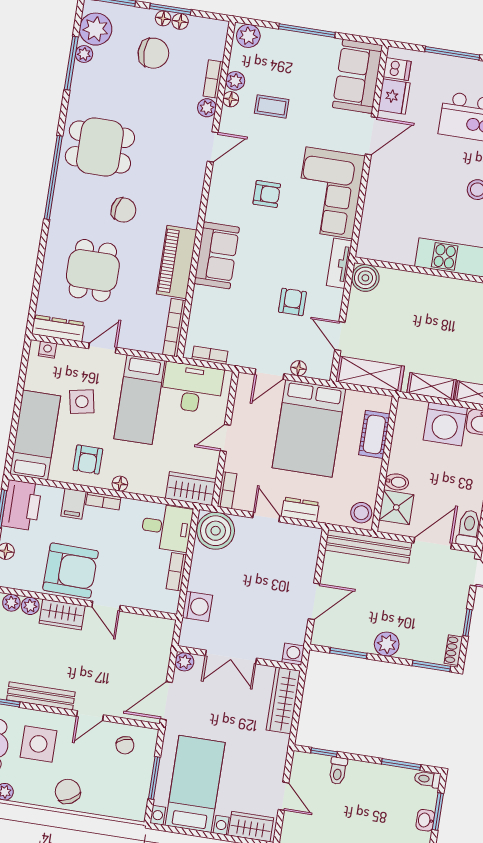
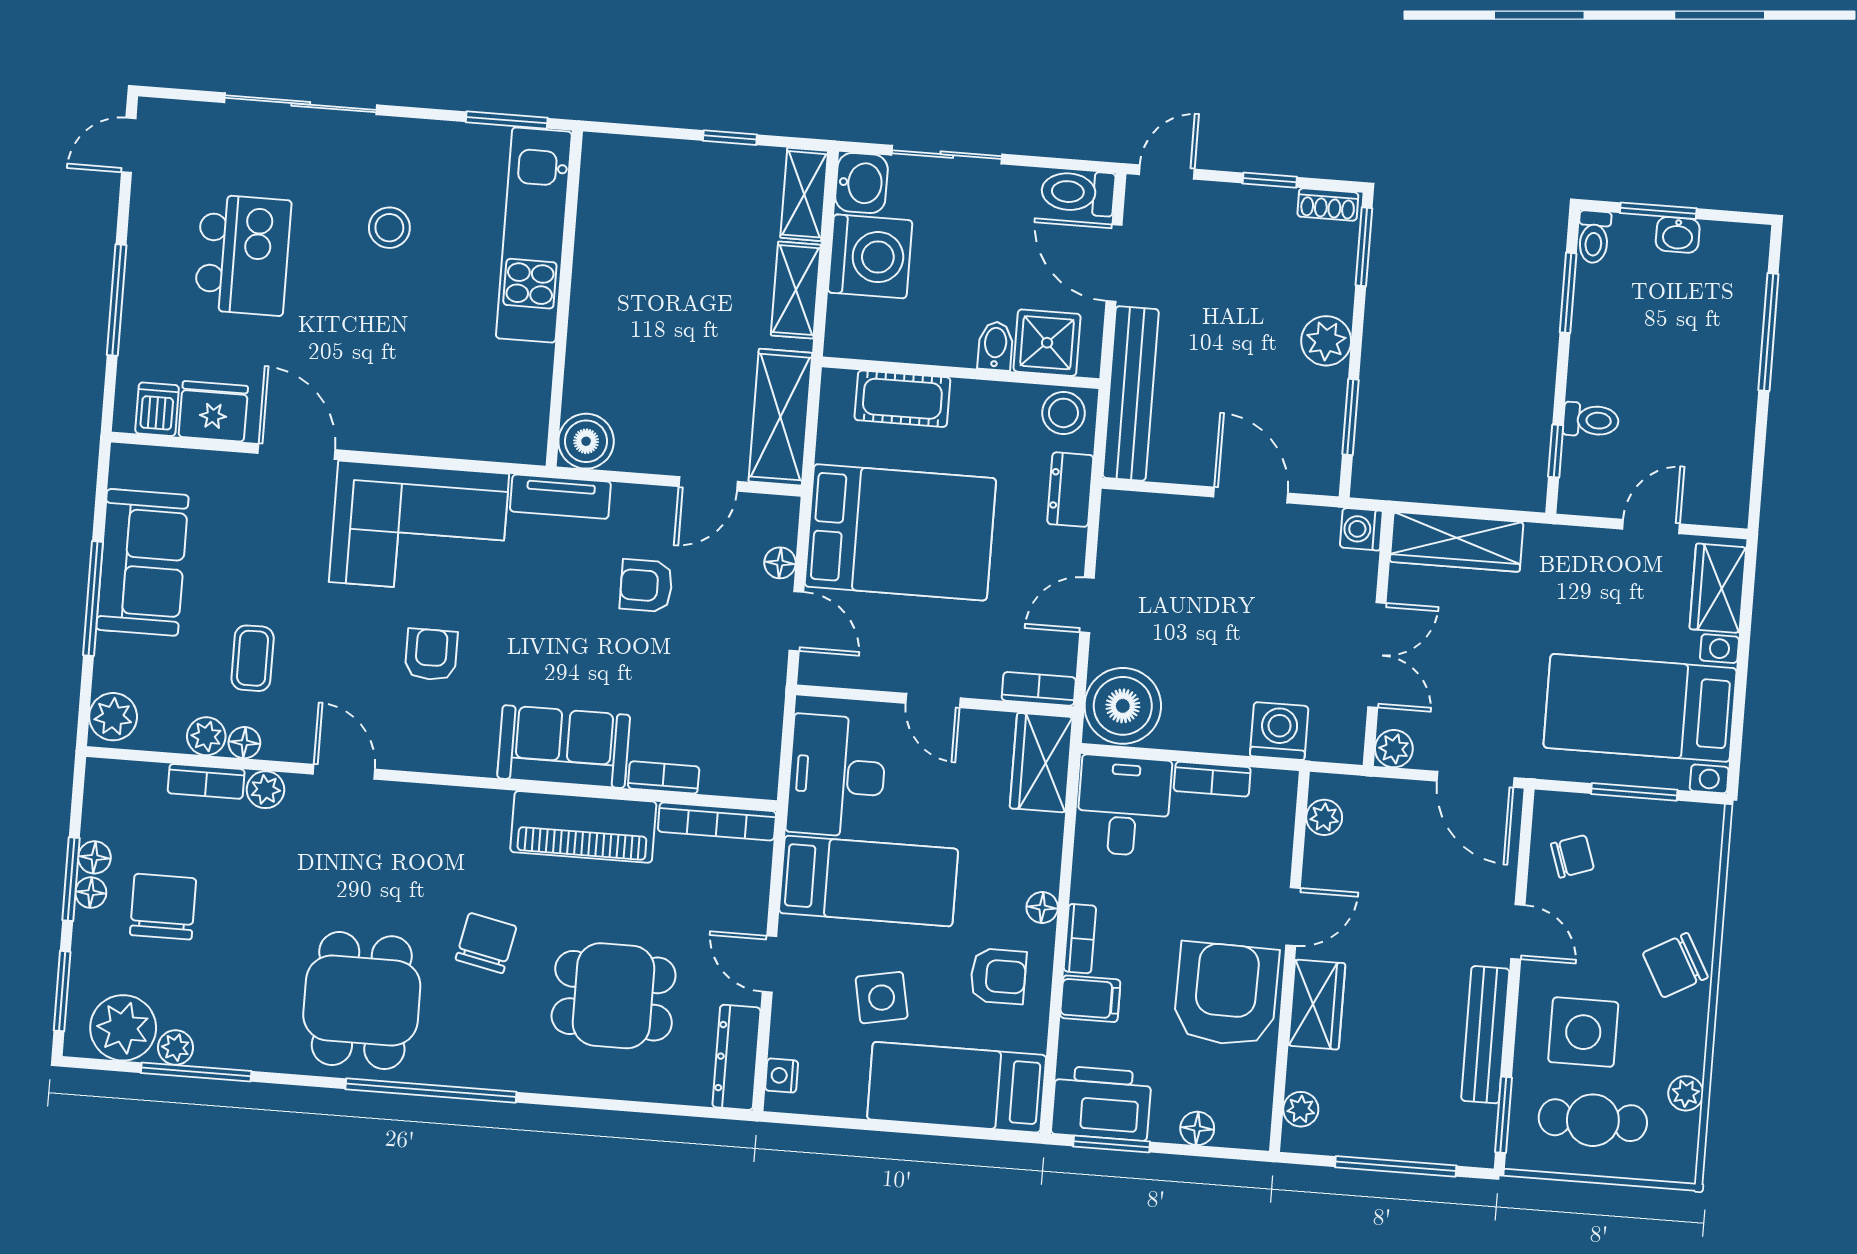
sofa: (358, 76) -> (142, 562), moved, turned -90
bookcase: (210, 355) -> (664, 777), moved, turned 90
dresser: (300, 510) -> (1070, 490), moved
plant: (30, 606) -> (1324, 817), moved

